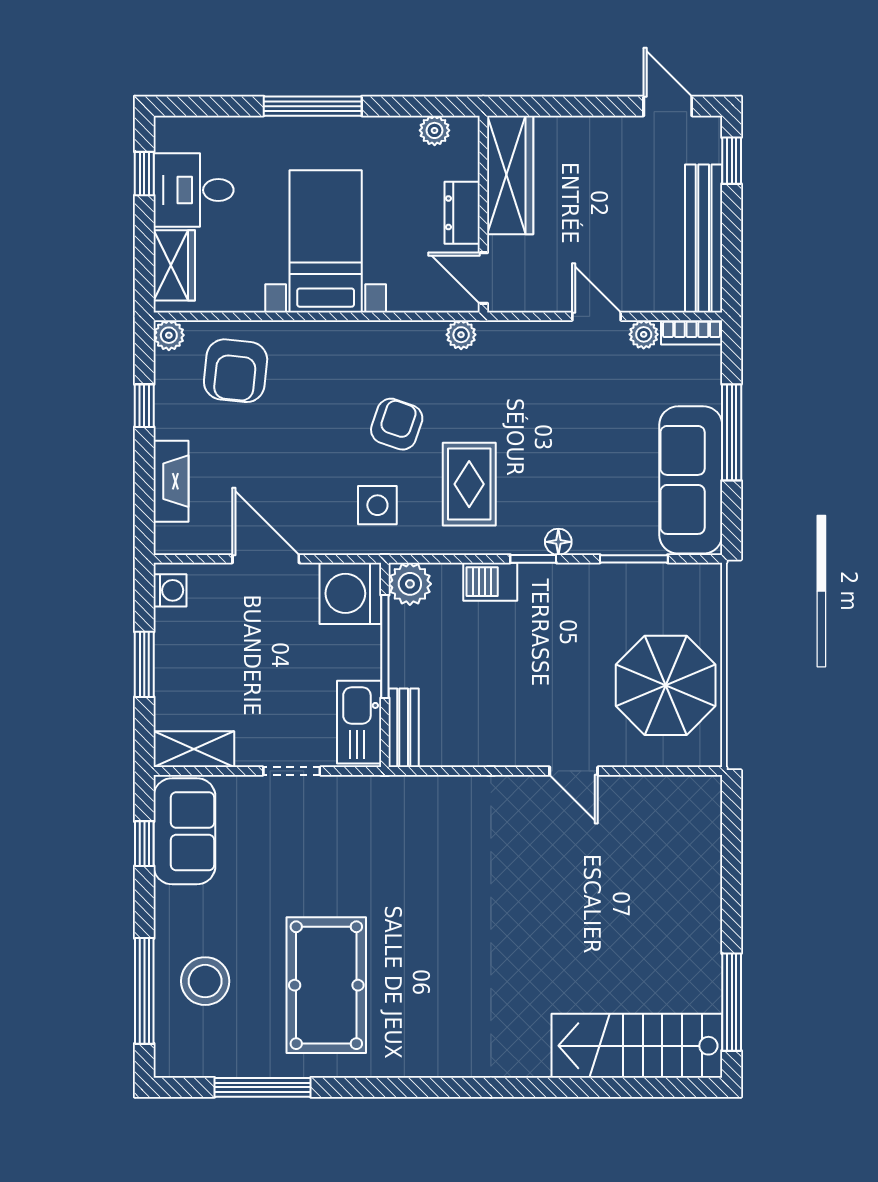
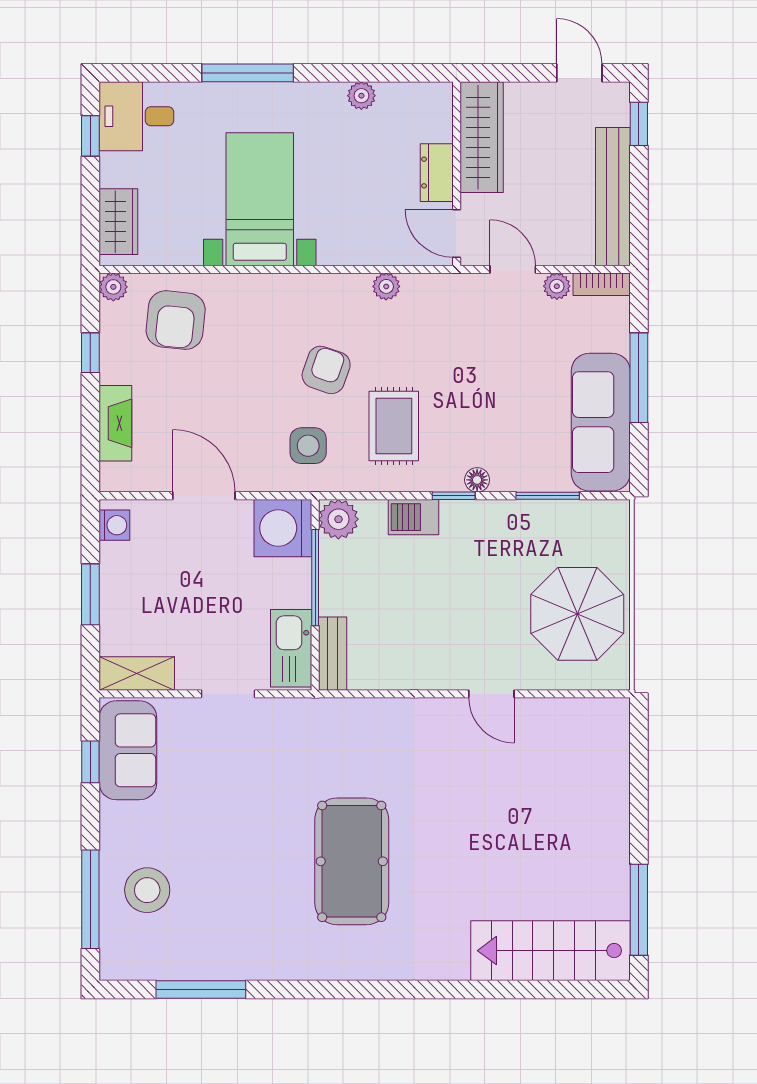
wardrobe: (510, 175) -> (482, 137), moved
desk: (194, 190) -> (136, 116), moved
dresser: (462, 213) -> (437, 173), moved
wall: (483, 214) -> (457, 174), moved
door: (483, 278) -> (457, 233), moved
pool table: (326, 985) -> (352, 861), moved

